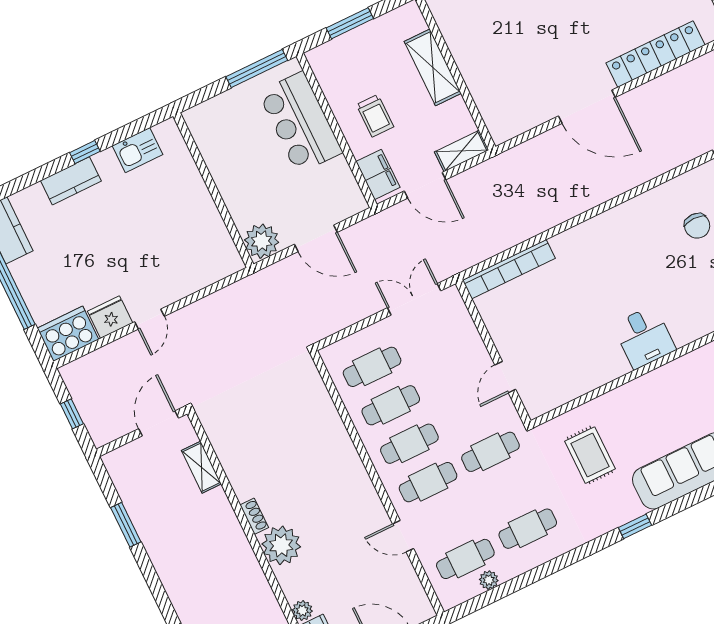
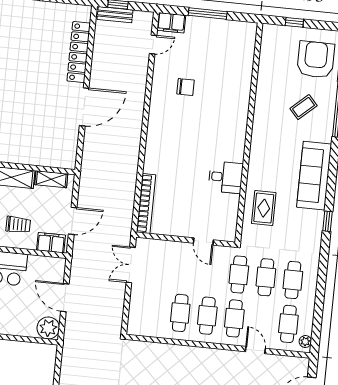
shelving: (462, 151) -> (51, 179), moved, turned 90
door: (316, 238) -> (65, 298), swing flipped
desk: (644, 337) -> (226, 177), moved
cafe table: (372, 367) -> (266, 277), moved
rug: (590, 455) -> (264, 208), moved, turned 90
door: (403, 536) -> (255, 350), swing flipped
plant: (489, 580) -> (305, 342), moved

